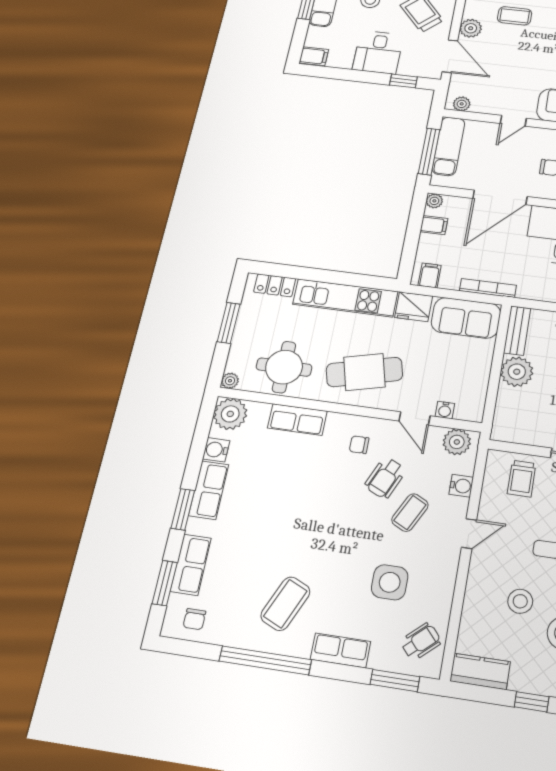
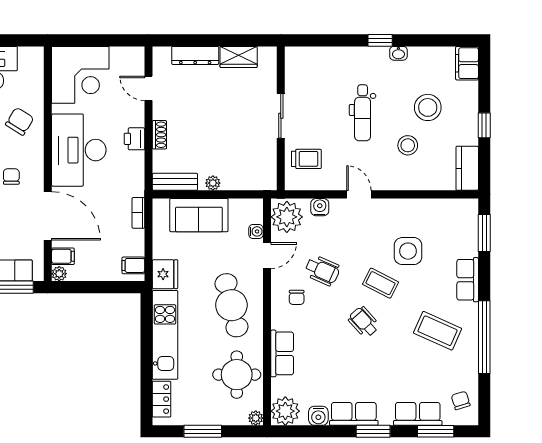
filing cabinet: (434, 225) -> (63, 256), moved, turned 90
bookcase: (488, 288) -> (138, 213), width x0.64
sofa: (466, 318) -> (199, 215), moved, turned 90
plant: (517, 372) -> (213, 183), width x0.53, depth x0.53
plant: (457, 442) -> (287, 217), width x1.36, depth x1.36
coffee table: (410, 513) -> (380, 283), moved
chair: (194, 619) -> (461, 400), turned -107
wheelchair: (421, 642) -> (364, 322), moved

